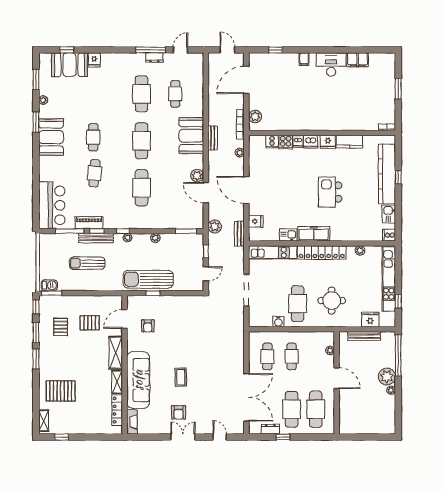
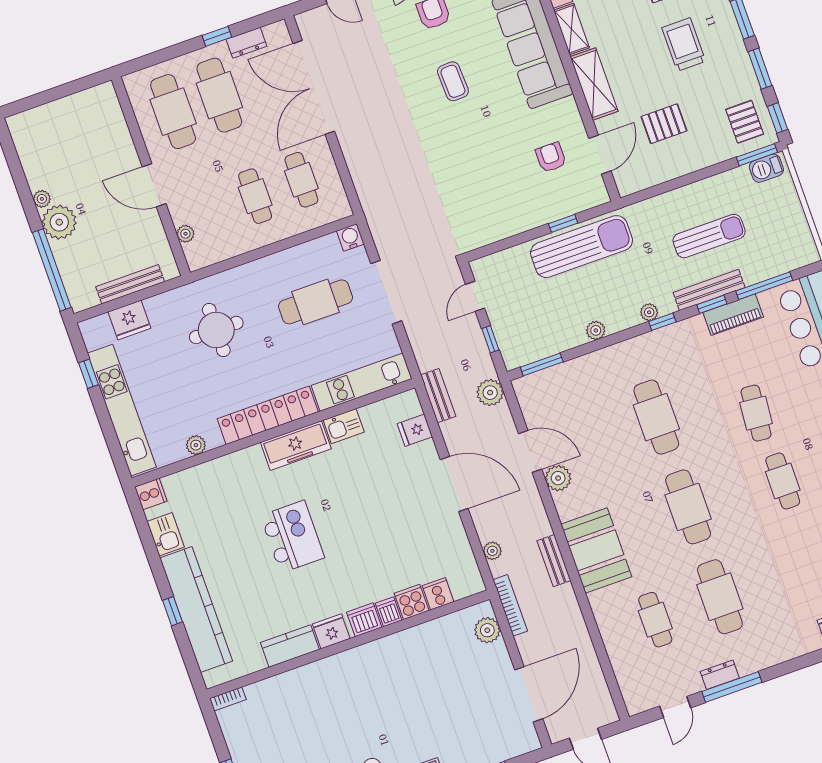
cafe table: (298, 304) -> (316, 302), moved, turned 90
water cooler: (278, 322) -> (350, 237), moved
pallet: (61, 327) -> (745, 122), moved
trolley: (67, 356) -> (684, 45), added

